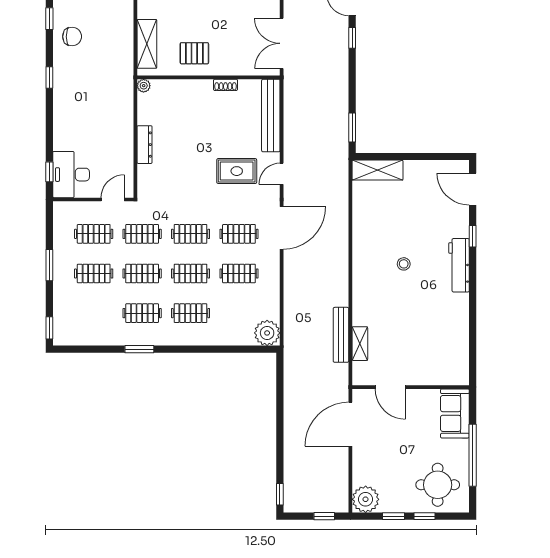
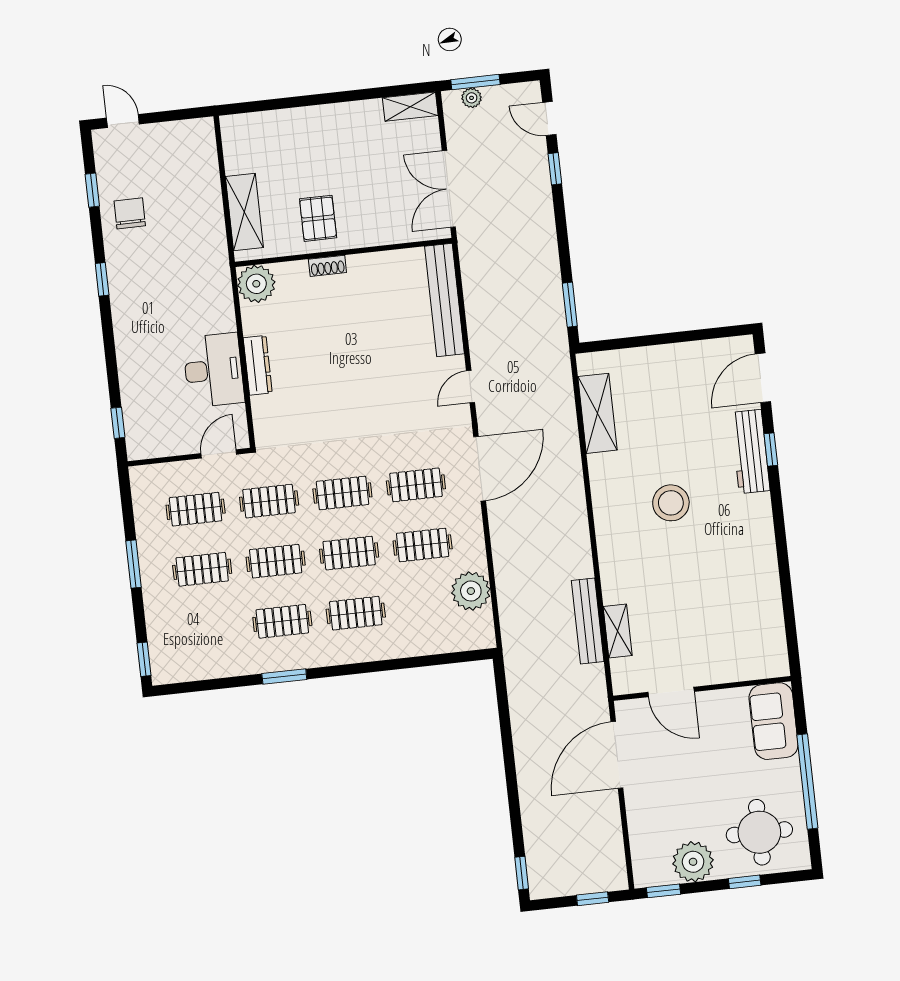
chair: (72, 37) -> (130, 213), turned -90
pallet: (194, 53) -> (318, 218), turned 90
shoe rack: (225, 85) -> (327, 266), moved
plant: (144, 86) -> (256, 284), width x1.88, depth x1.88
shelving: (378, 170) -> (597, 413), moved, turned 90
rug: (237, 171) -> (402, 390), removed
desk: (71, 175) -> (213, 370), moved, turned 180
door: (473, 189) -> (763, 378), hinge flipped
stool: (404, 264) -> (671, 503), width x1.89, depth x1.89
workbench: (459, 265) -> (750, 451), moved
plant: (267, 333) -> (471, 591), moved
plant: (366, 499) -> (693, 862), moved
window: (394, 516) -> (664, 891), moved

